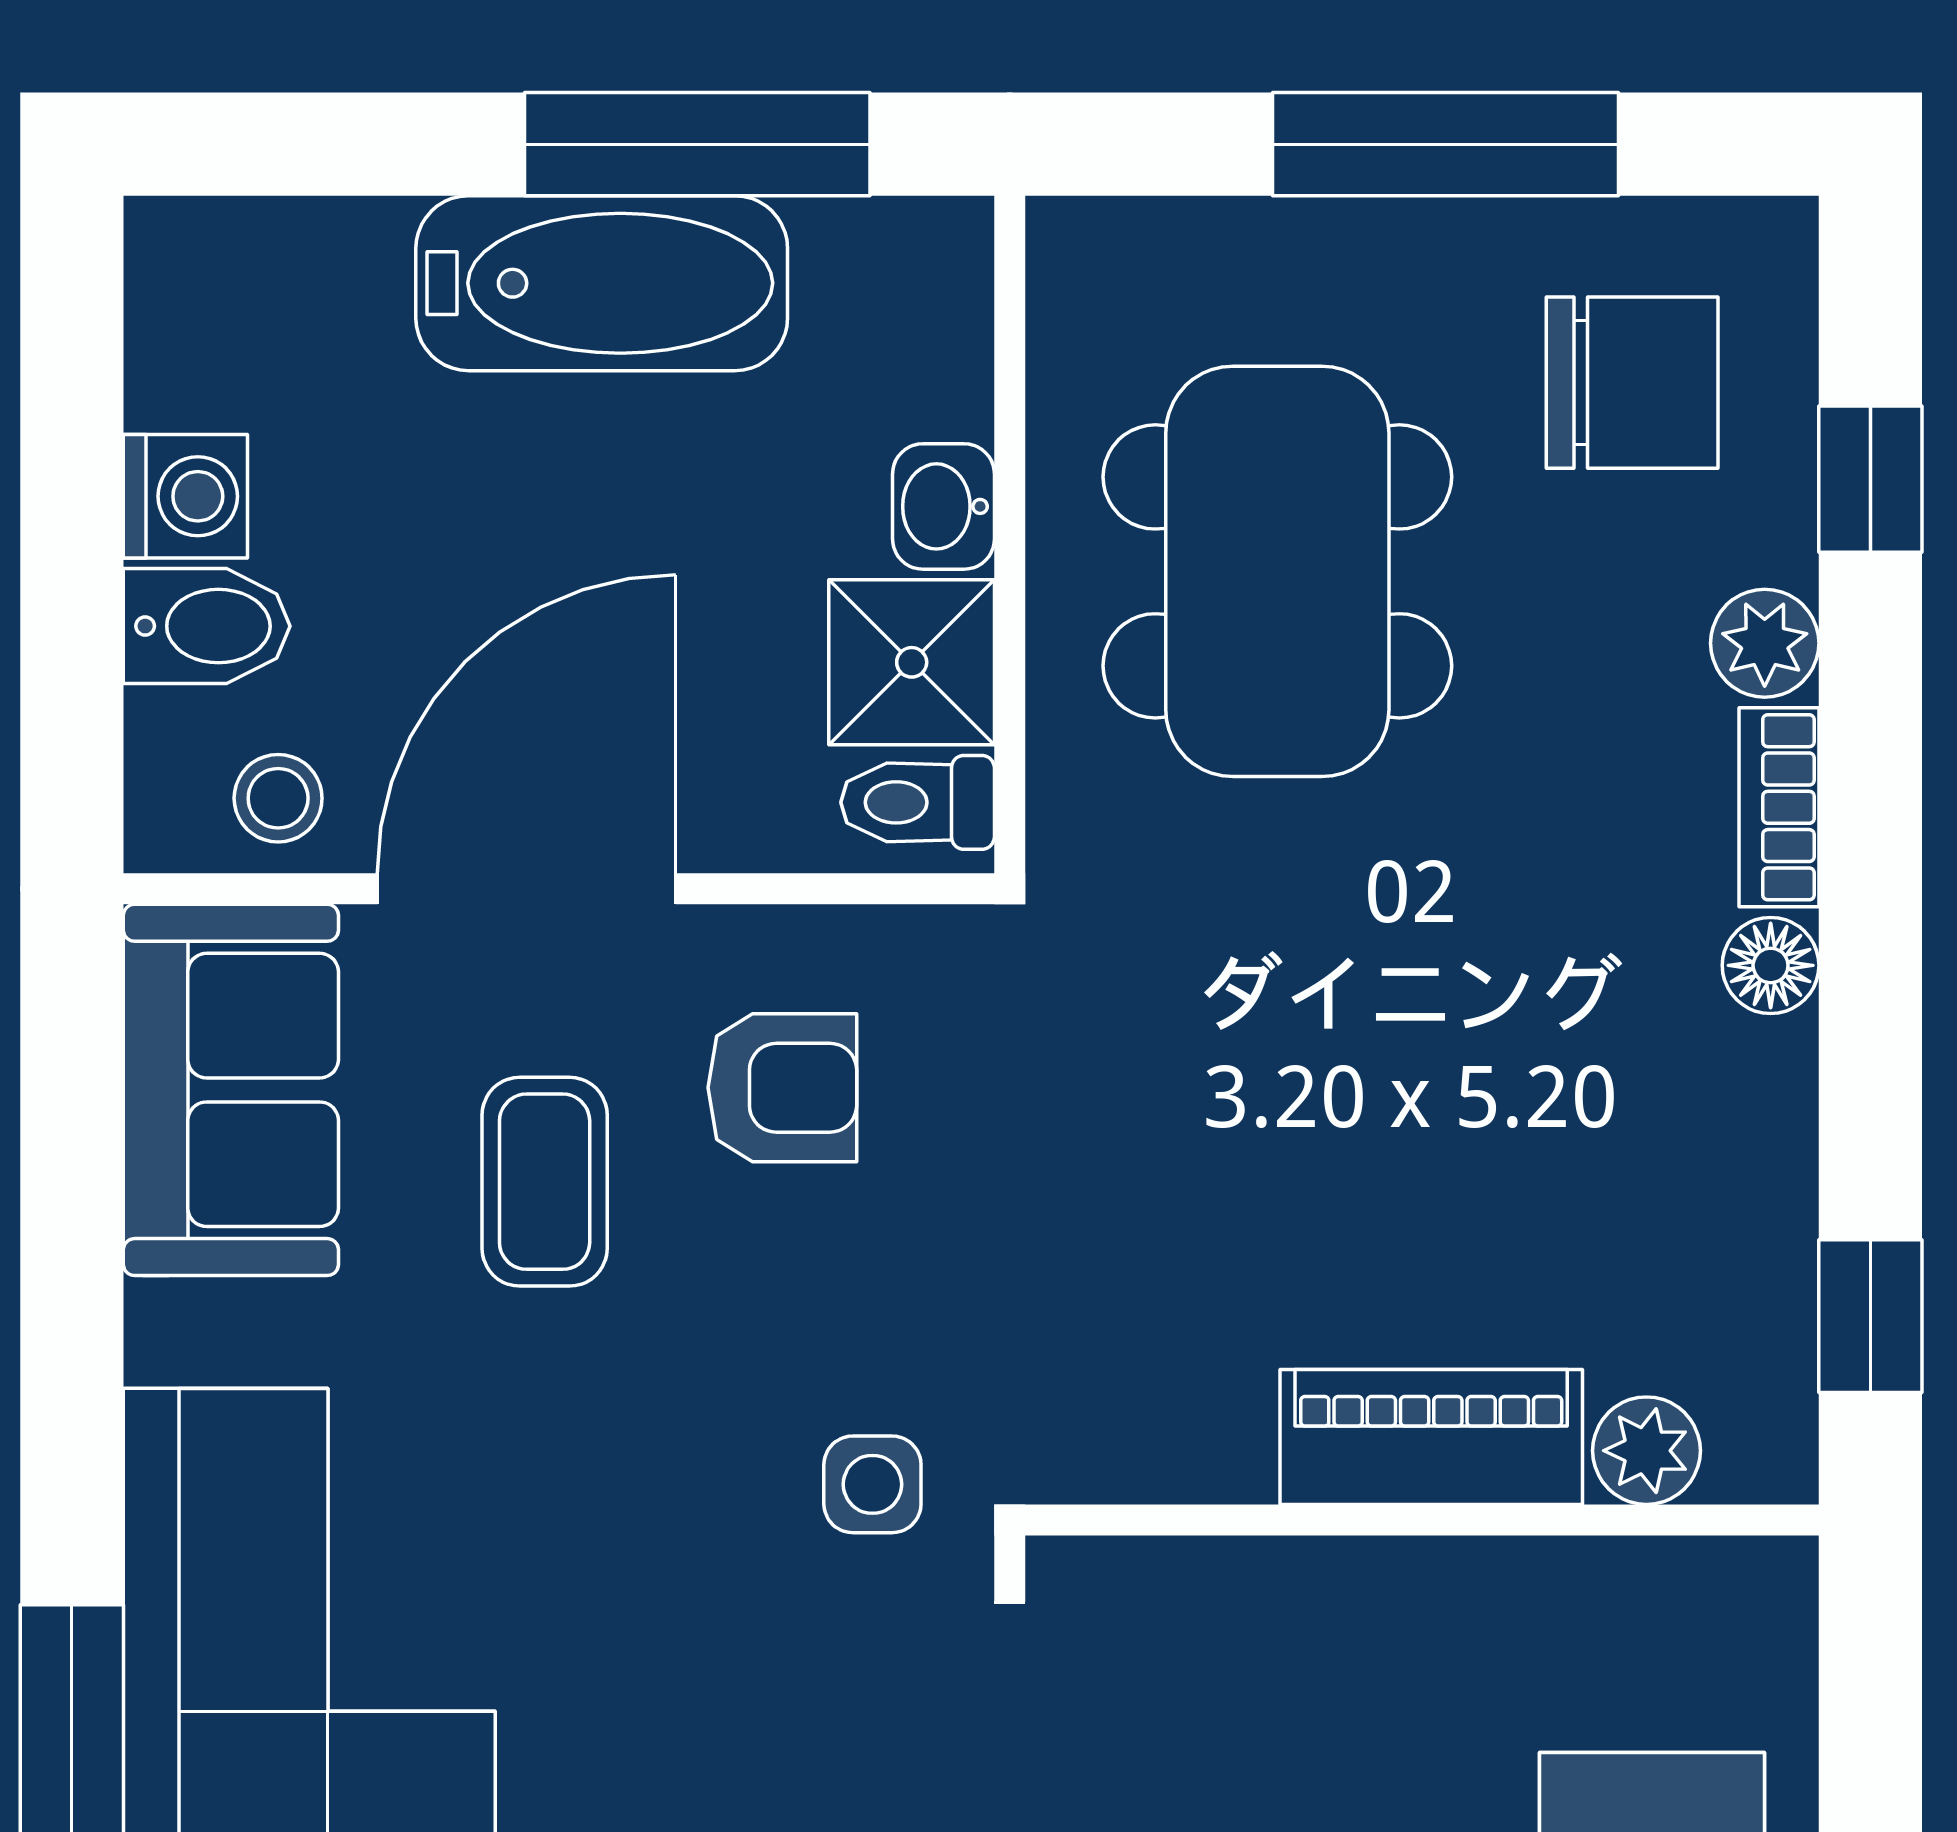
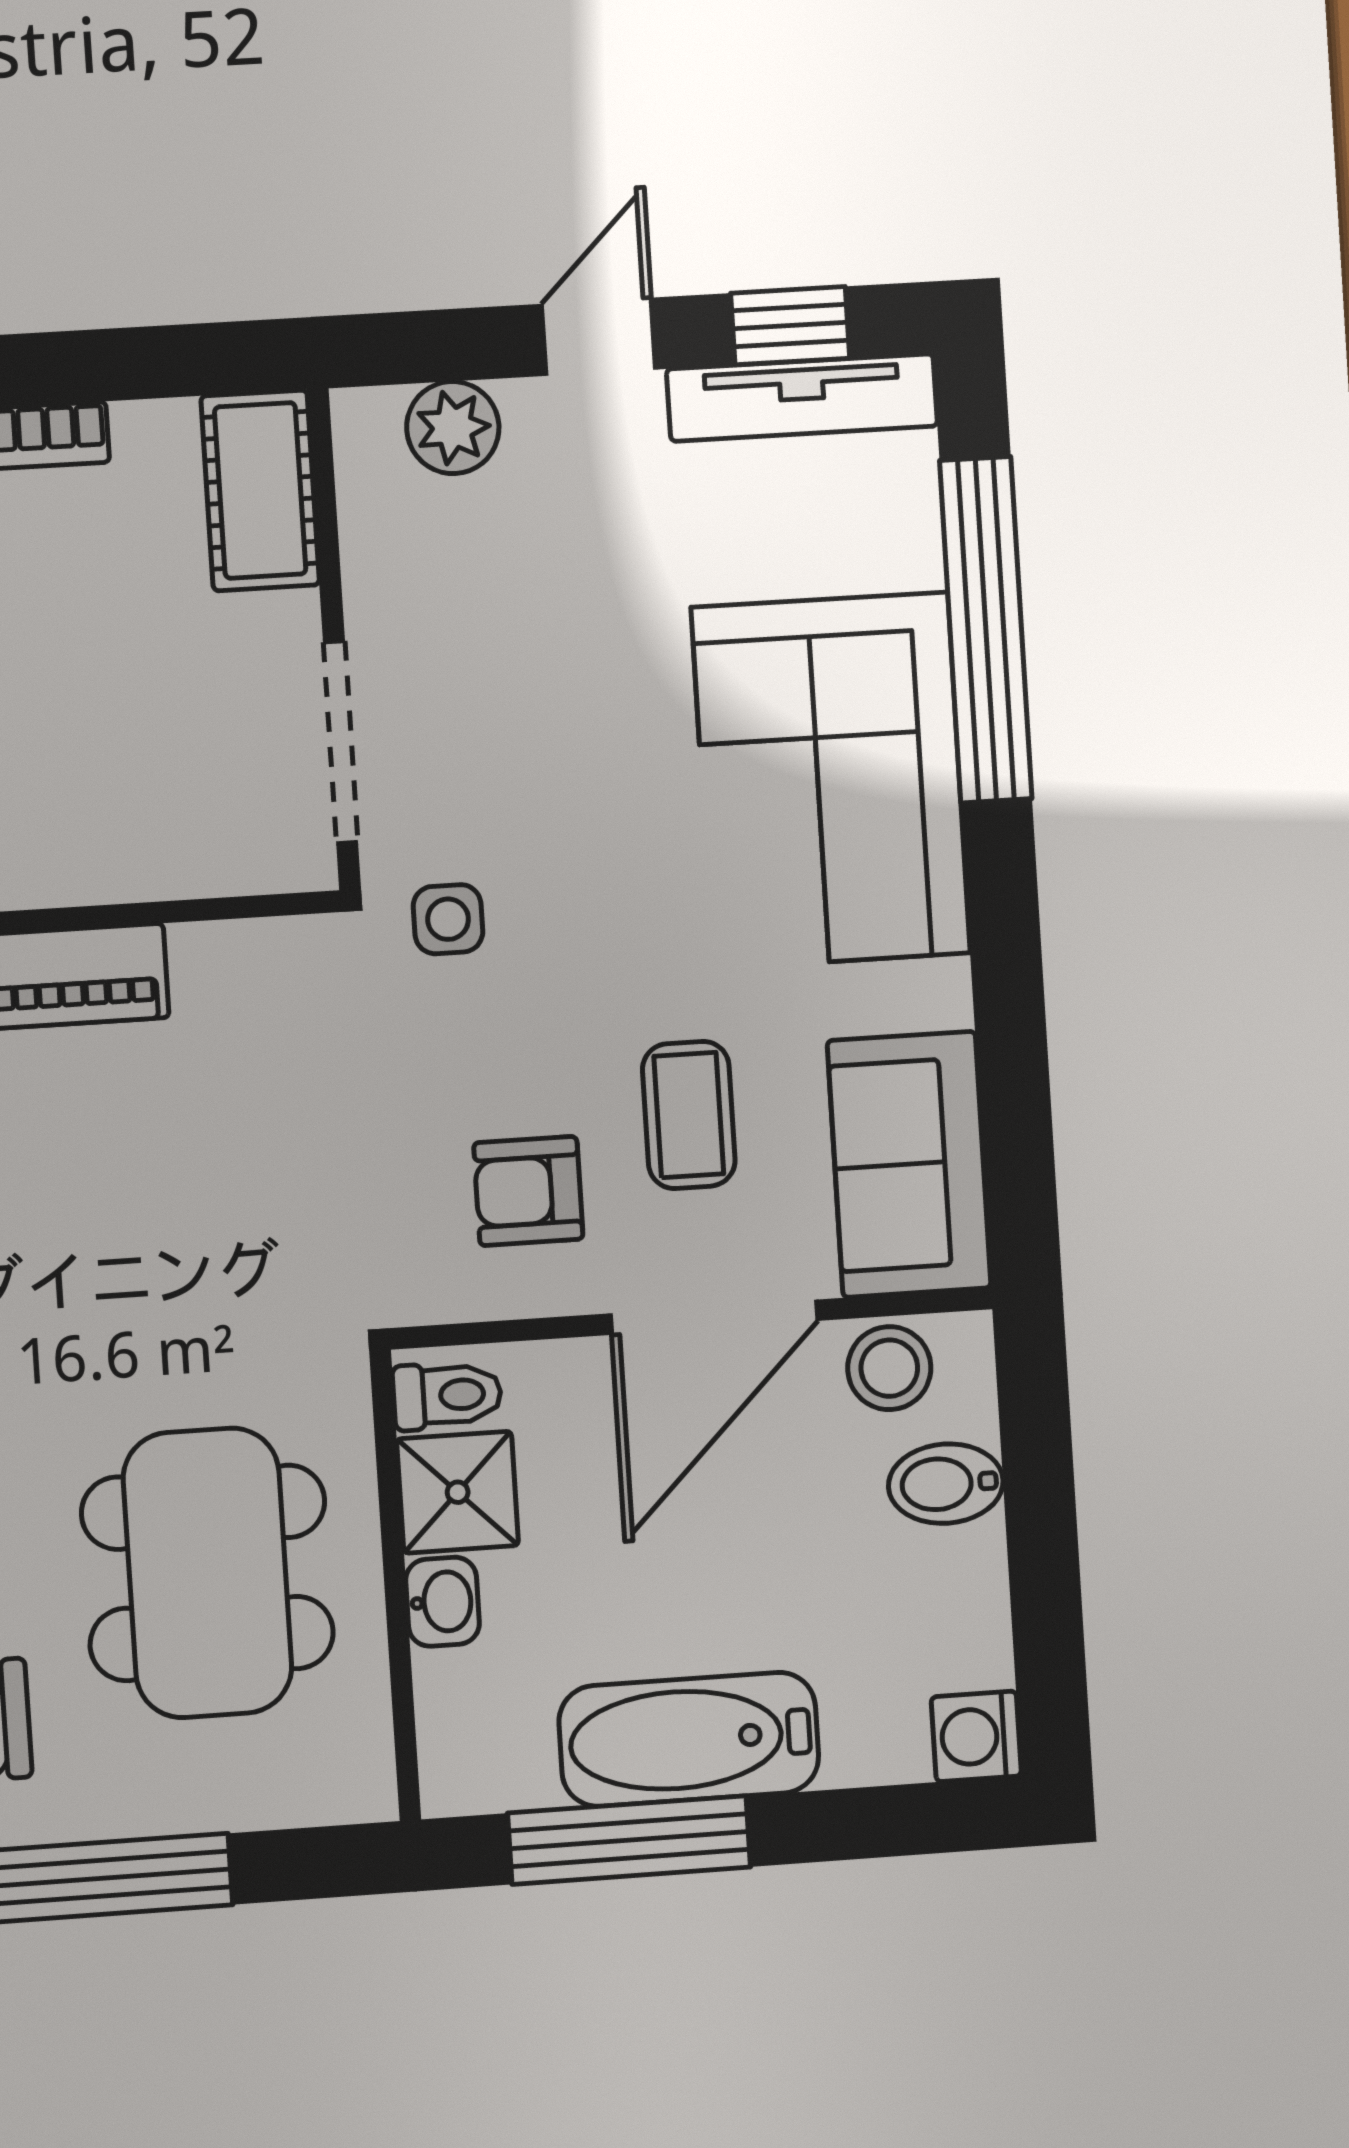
washing machine: (185, 496) -> (976, 1736), moved
stool: (278, 798) -> (889, 1368), width x1.37, depth x1.37

